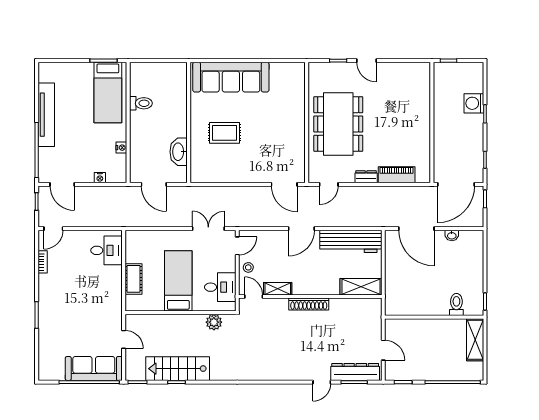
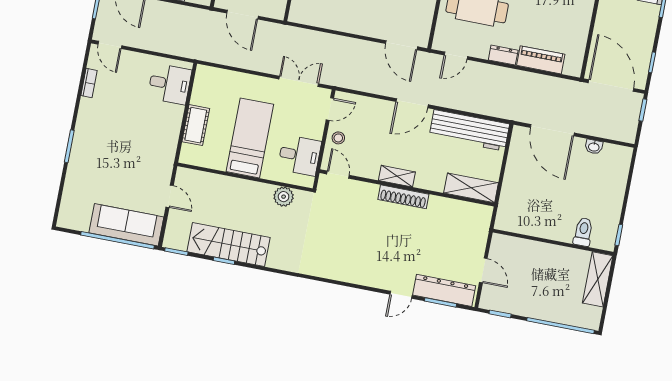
door: (456, 184) -> (611, 86), swing flipped
door: (53, 229) -> (110, 45), hinge flipped
shelving: (278, 289) -> (397, 176), moved

